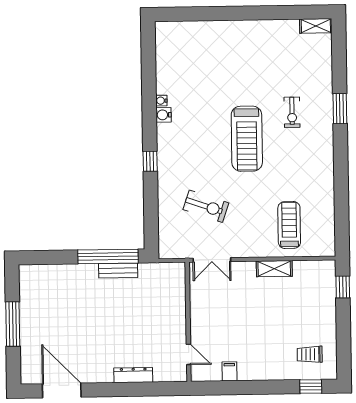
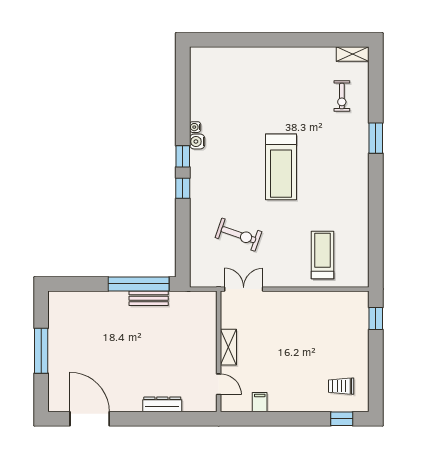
exercise bike: (292, 112) -> (342, 96), moved
window: (150, 130) -> (183, 156), added
double door: (212, 260) -> (244, 289), swing flipped
shelving: (274, 269) -> (228, 347), moved, turned 90

